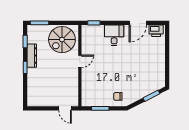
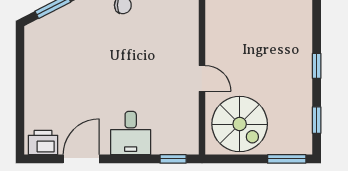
spiral stairs: (62, 40) -> (240, 124), turned 90
dresser: (32, 56) -> (303, 91), removed
door: (80, 61) -> (202, 78), swing flipped

